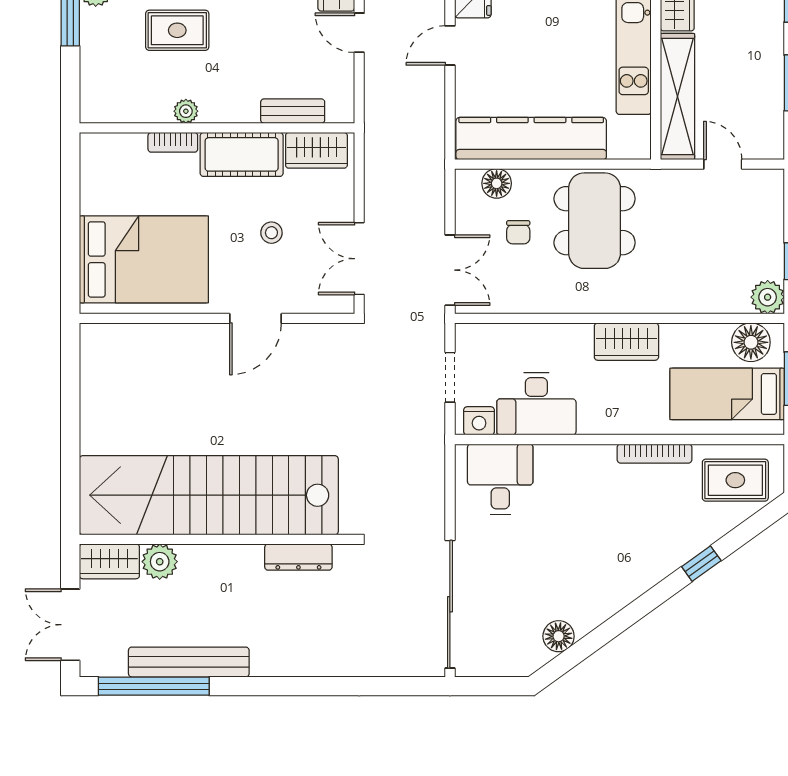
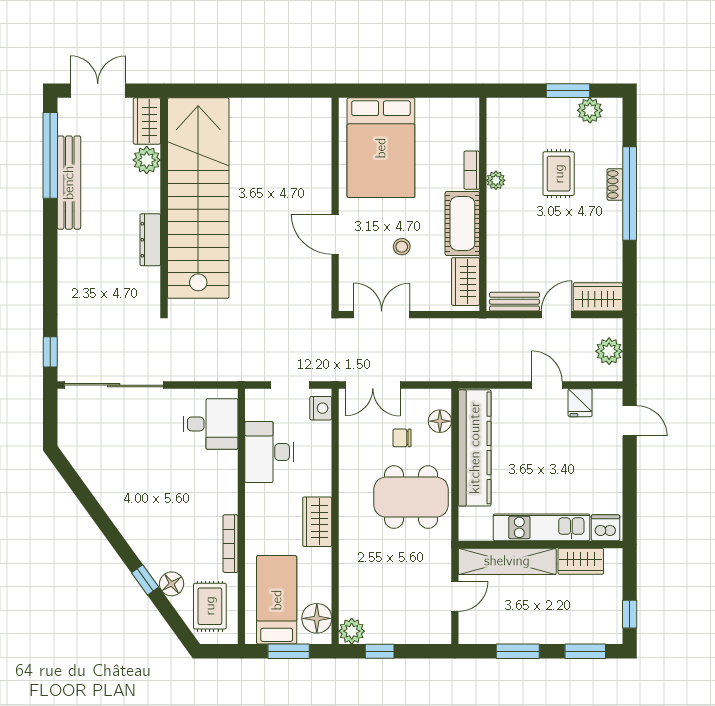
bench: (293, 111) -> (514, 302), moved, turned 90
nightstand: (479, 421) -> (321, 408), moved, turned 180
dresser: (298, 557) -> (150, 240), moved
floor lamp: (559, 636) -> (172, 584), moved
window: (407, 686) -> (50, 352), added

